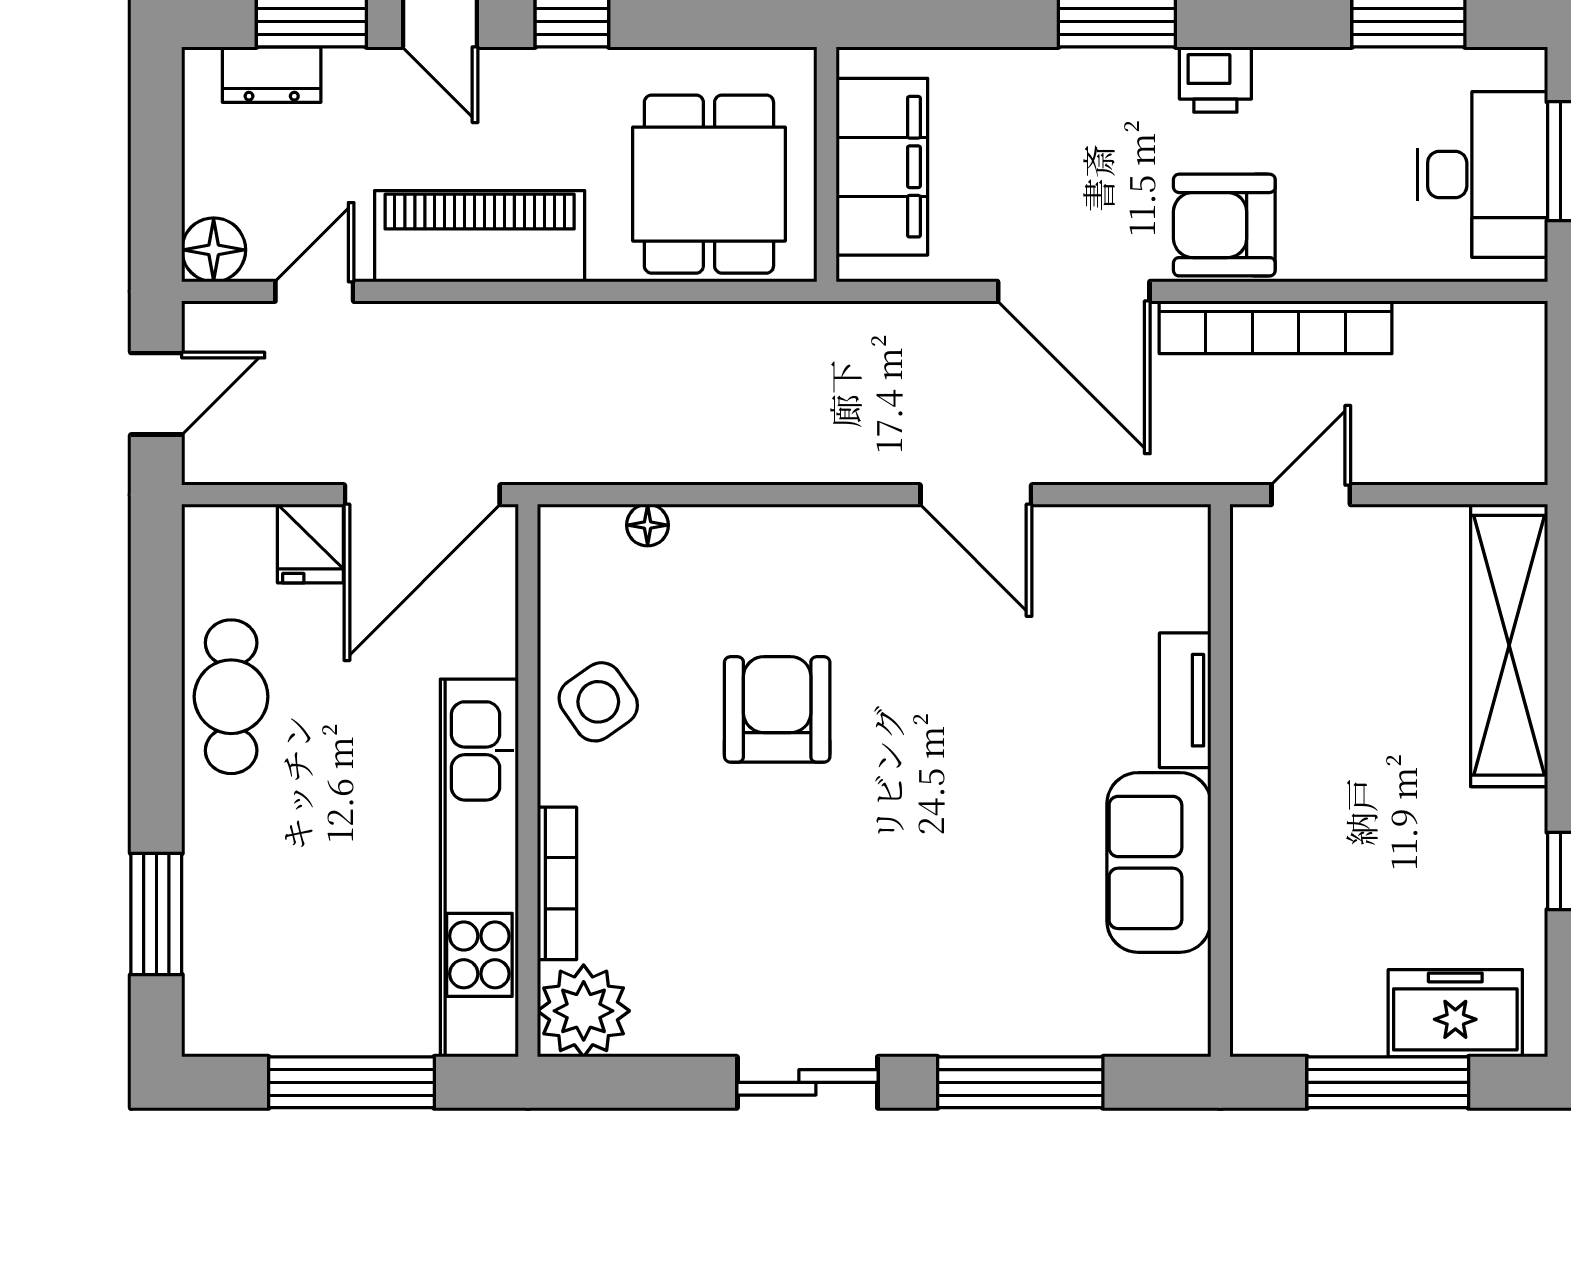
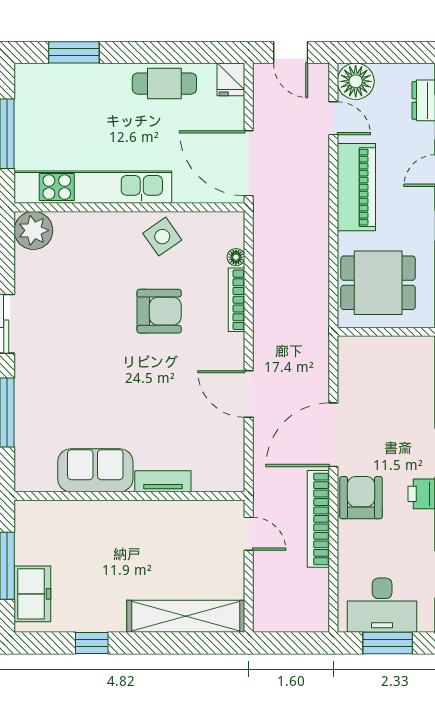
filing cabinet: (882, 167) -> (385, 355), removed
floor lamp: (214, 250) -> (356, 81), width x1.38, depth x1.38
door: (976, 495) -> (249, 394), hinge flipped
fridge: (310, 544) -> (231, 79), moved, turned -90
bookcase: (557, 883) -> (236, 300), moved, turned 90

